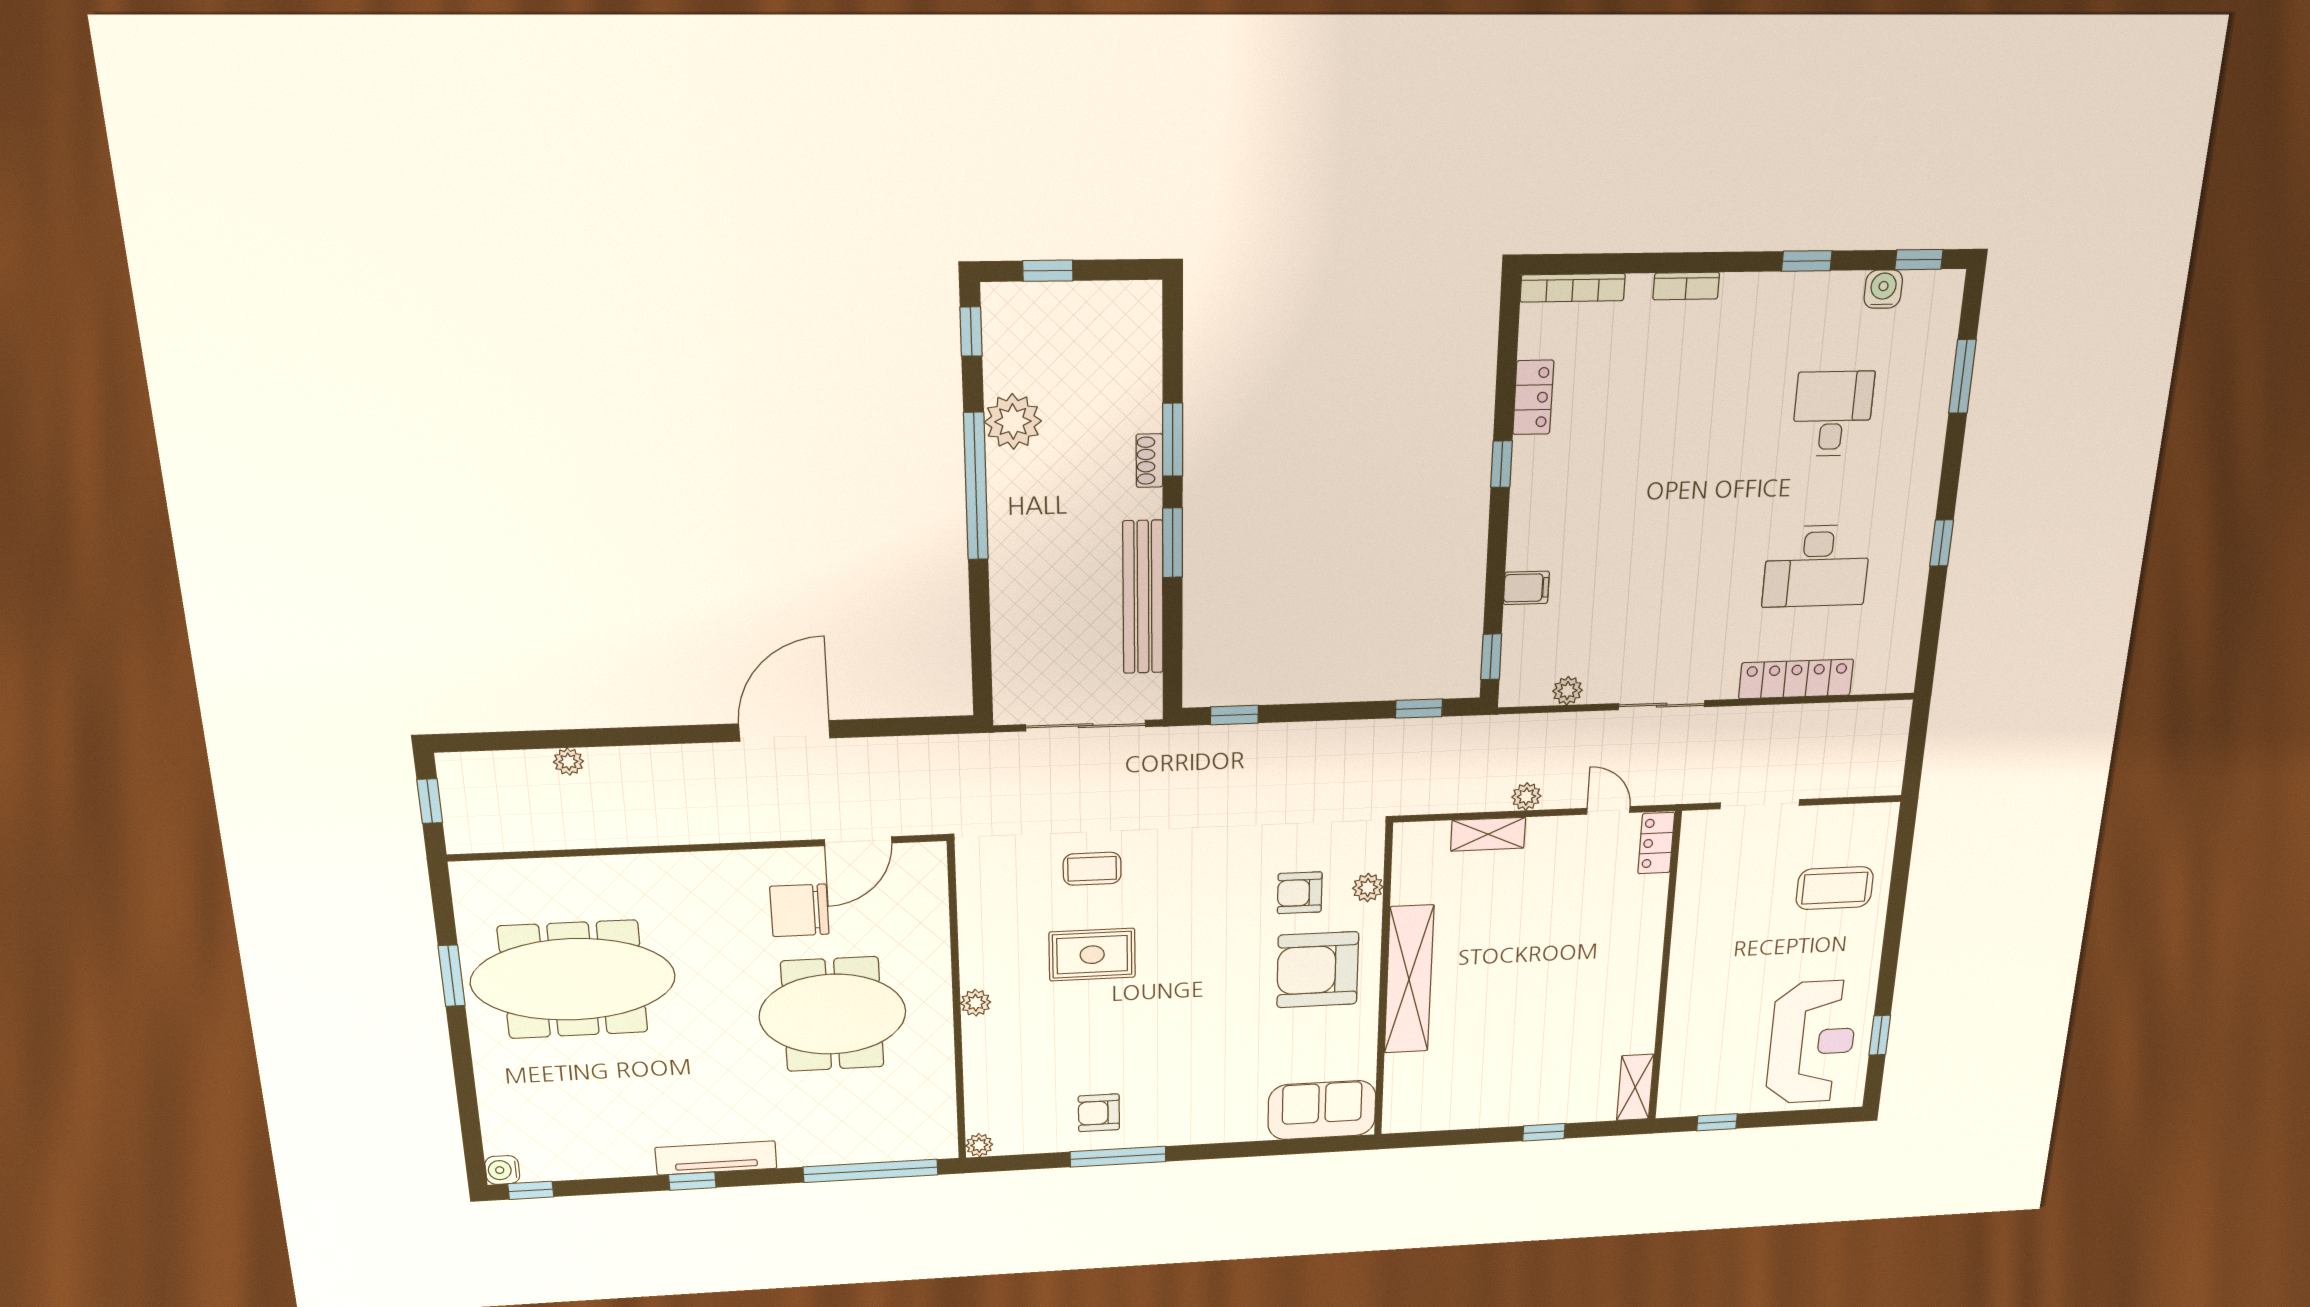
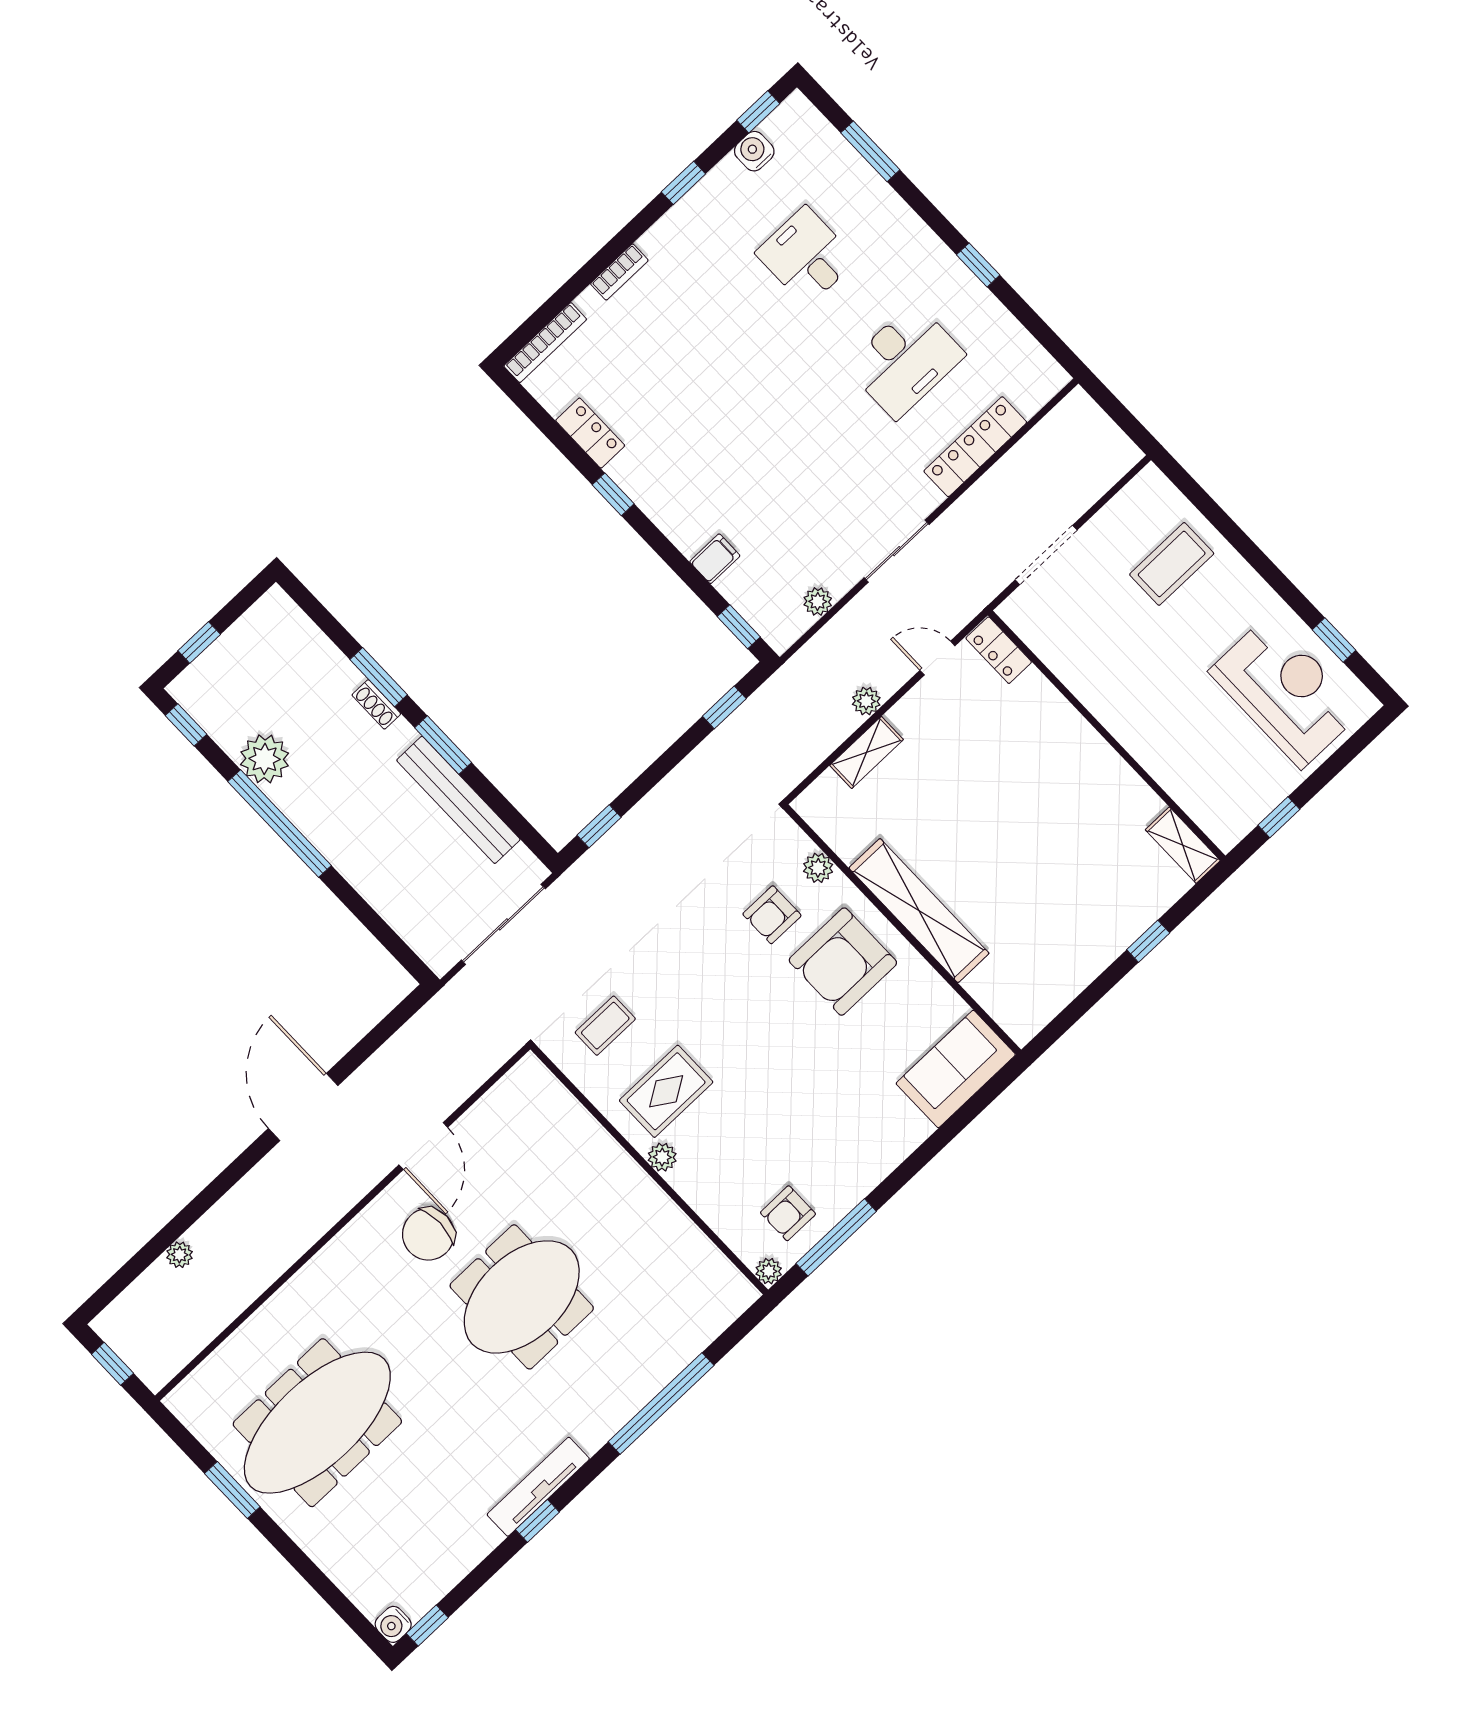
plant: (976, 1003) -> (662, 1157), moved
wall: (957, 1004) -> (649, 1170), moved
plant: (979, 1145) -> (769, 1271), moved

